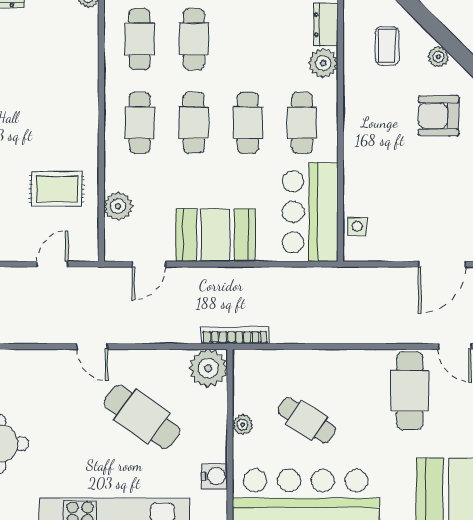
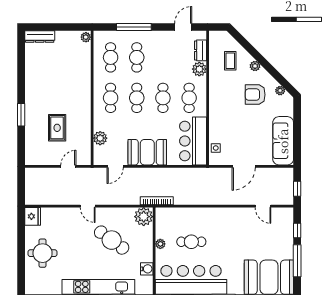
rug: (57, 189) -> (57, 128), moved, turned 90
door: (442, 264) -> (244, 166), moved
cafe table: (410, 391) -> (241, 228), removed
cafe table: (307, 420) -> (191, 242), turned -33

